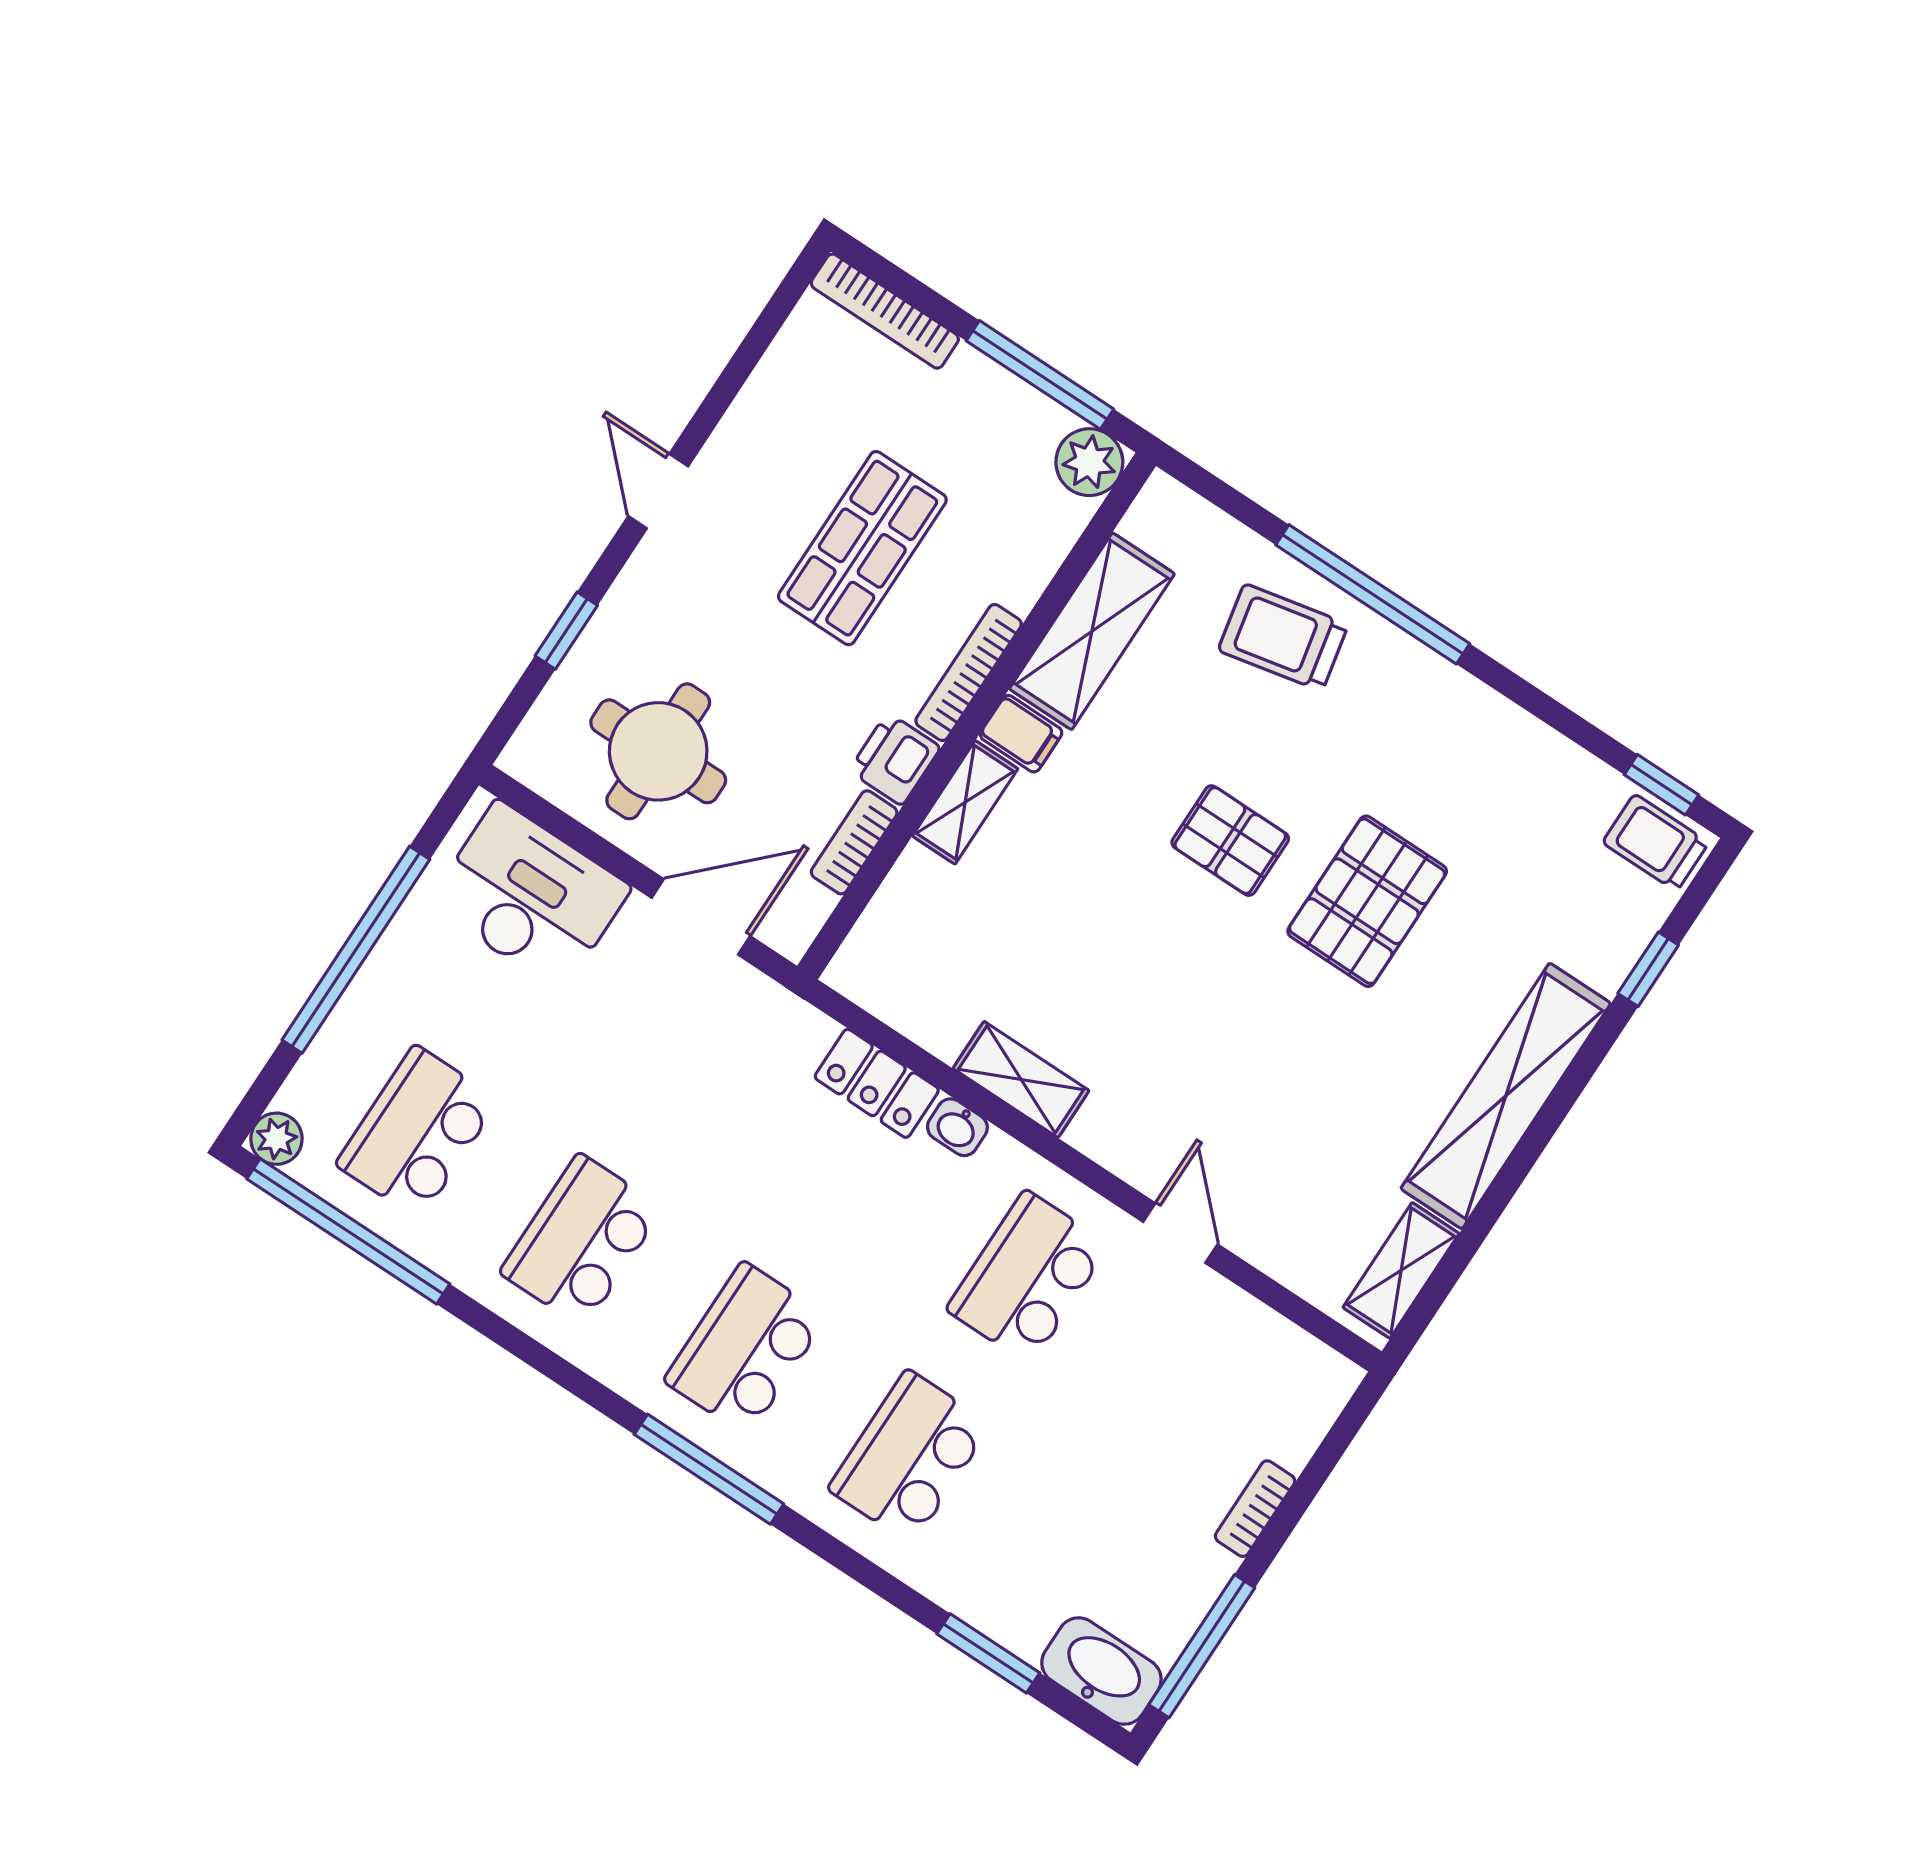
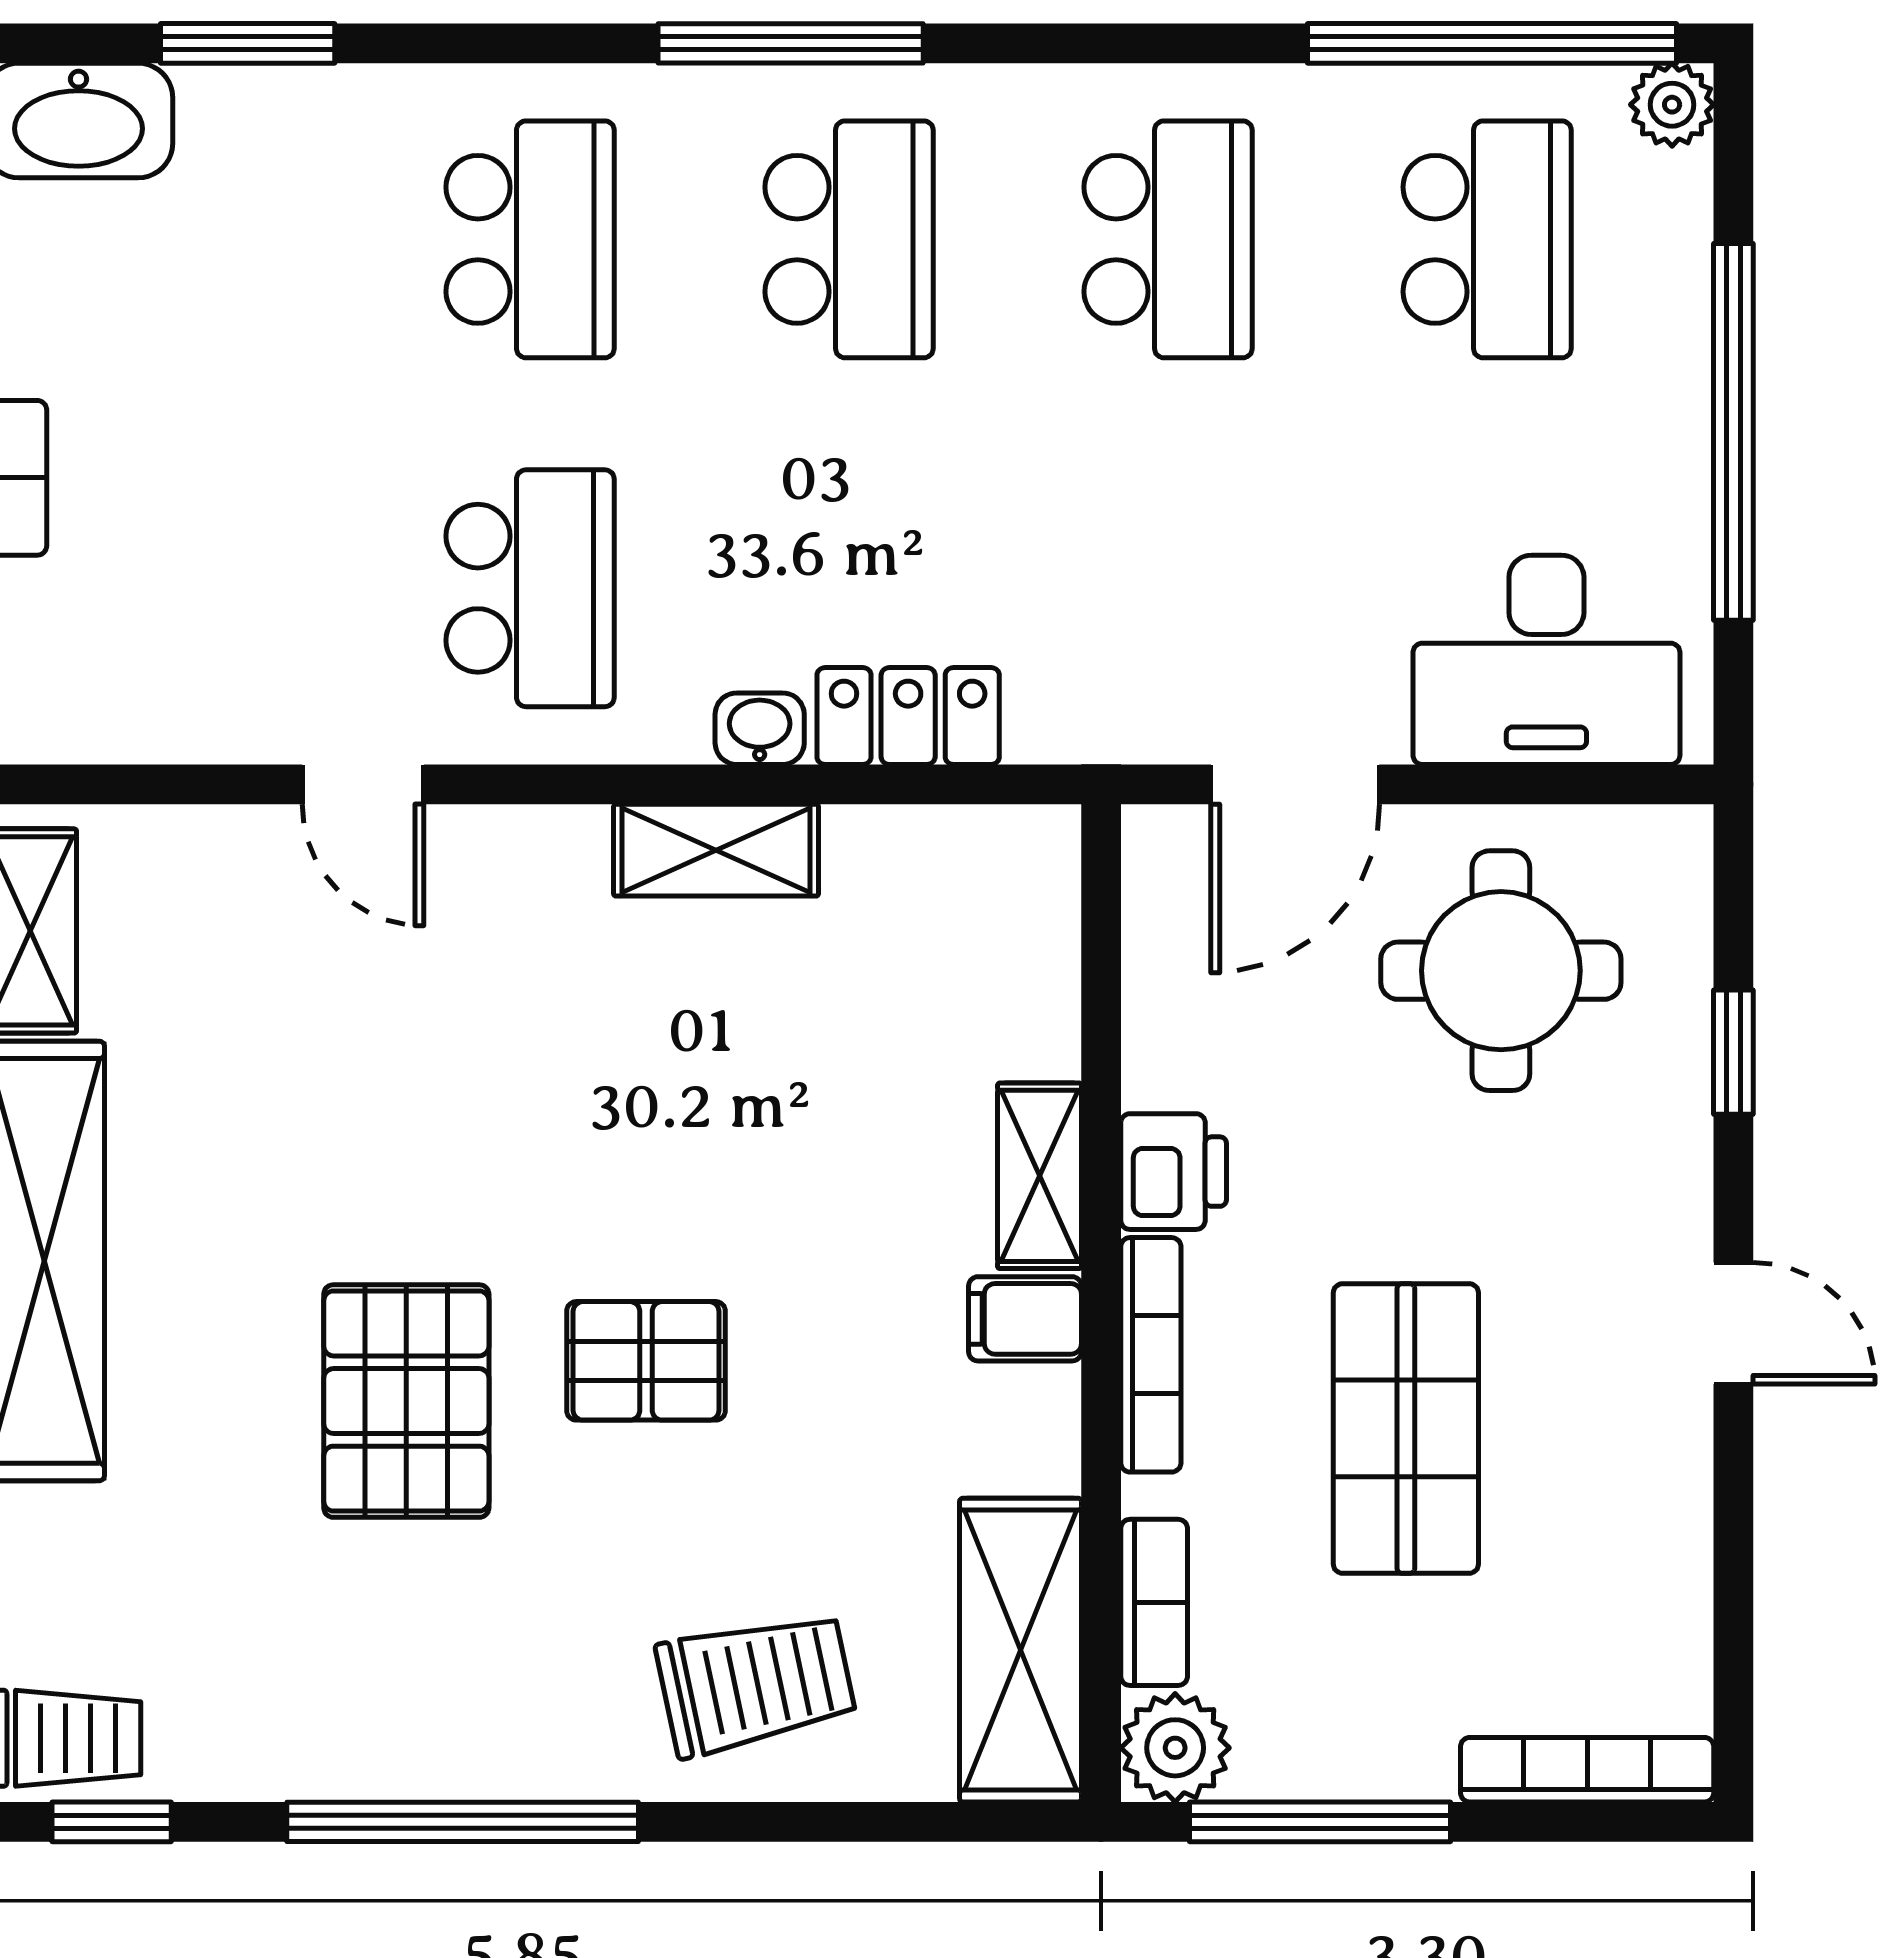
window: (1373, 594) -> (463, 1822), moved
shelving: (1092, 631) -> (1020, 1650), moved
bookcase: (854, 842) -> (1154, 1602), moved

